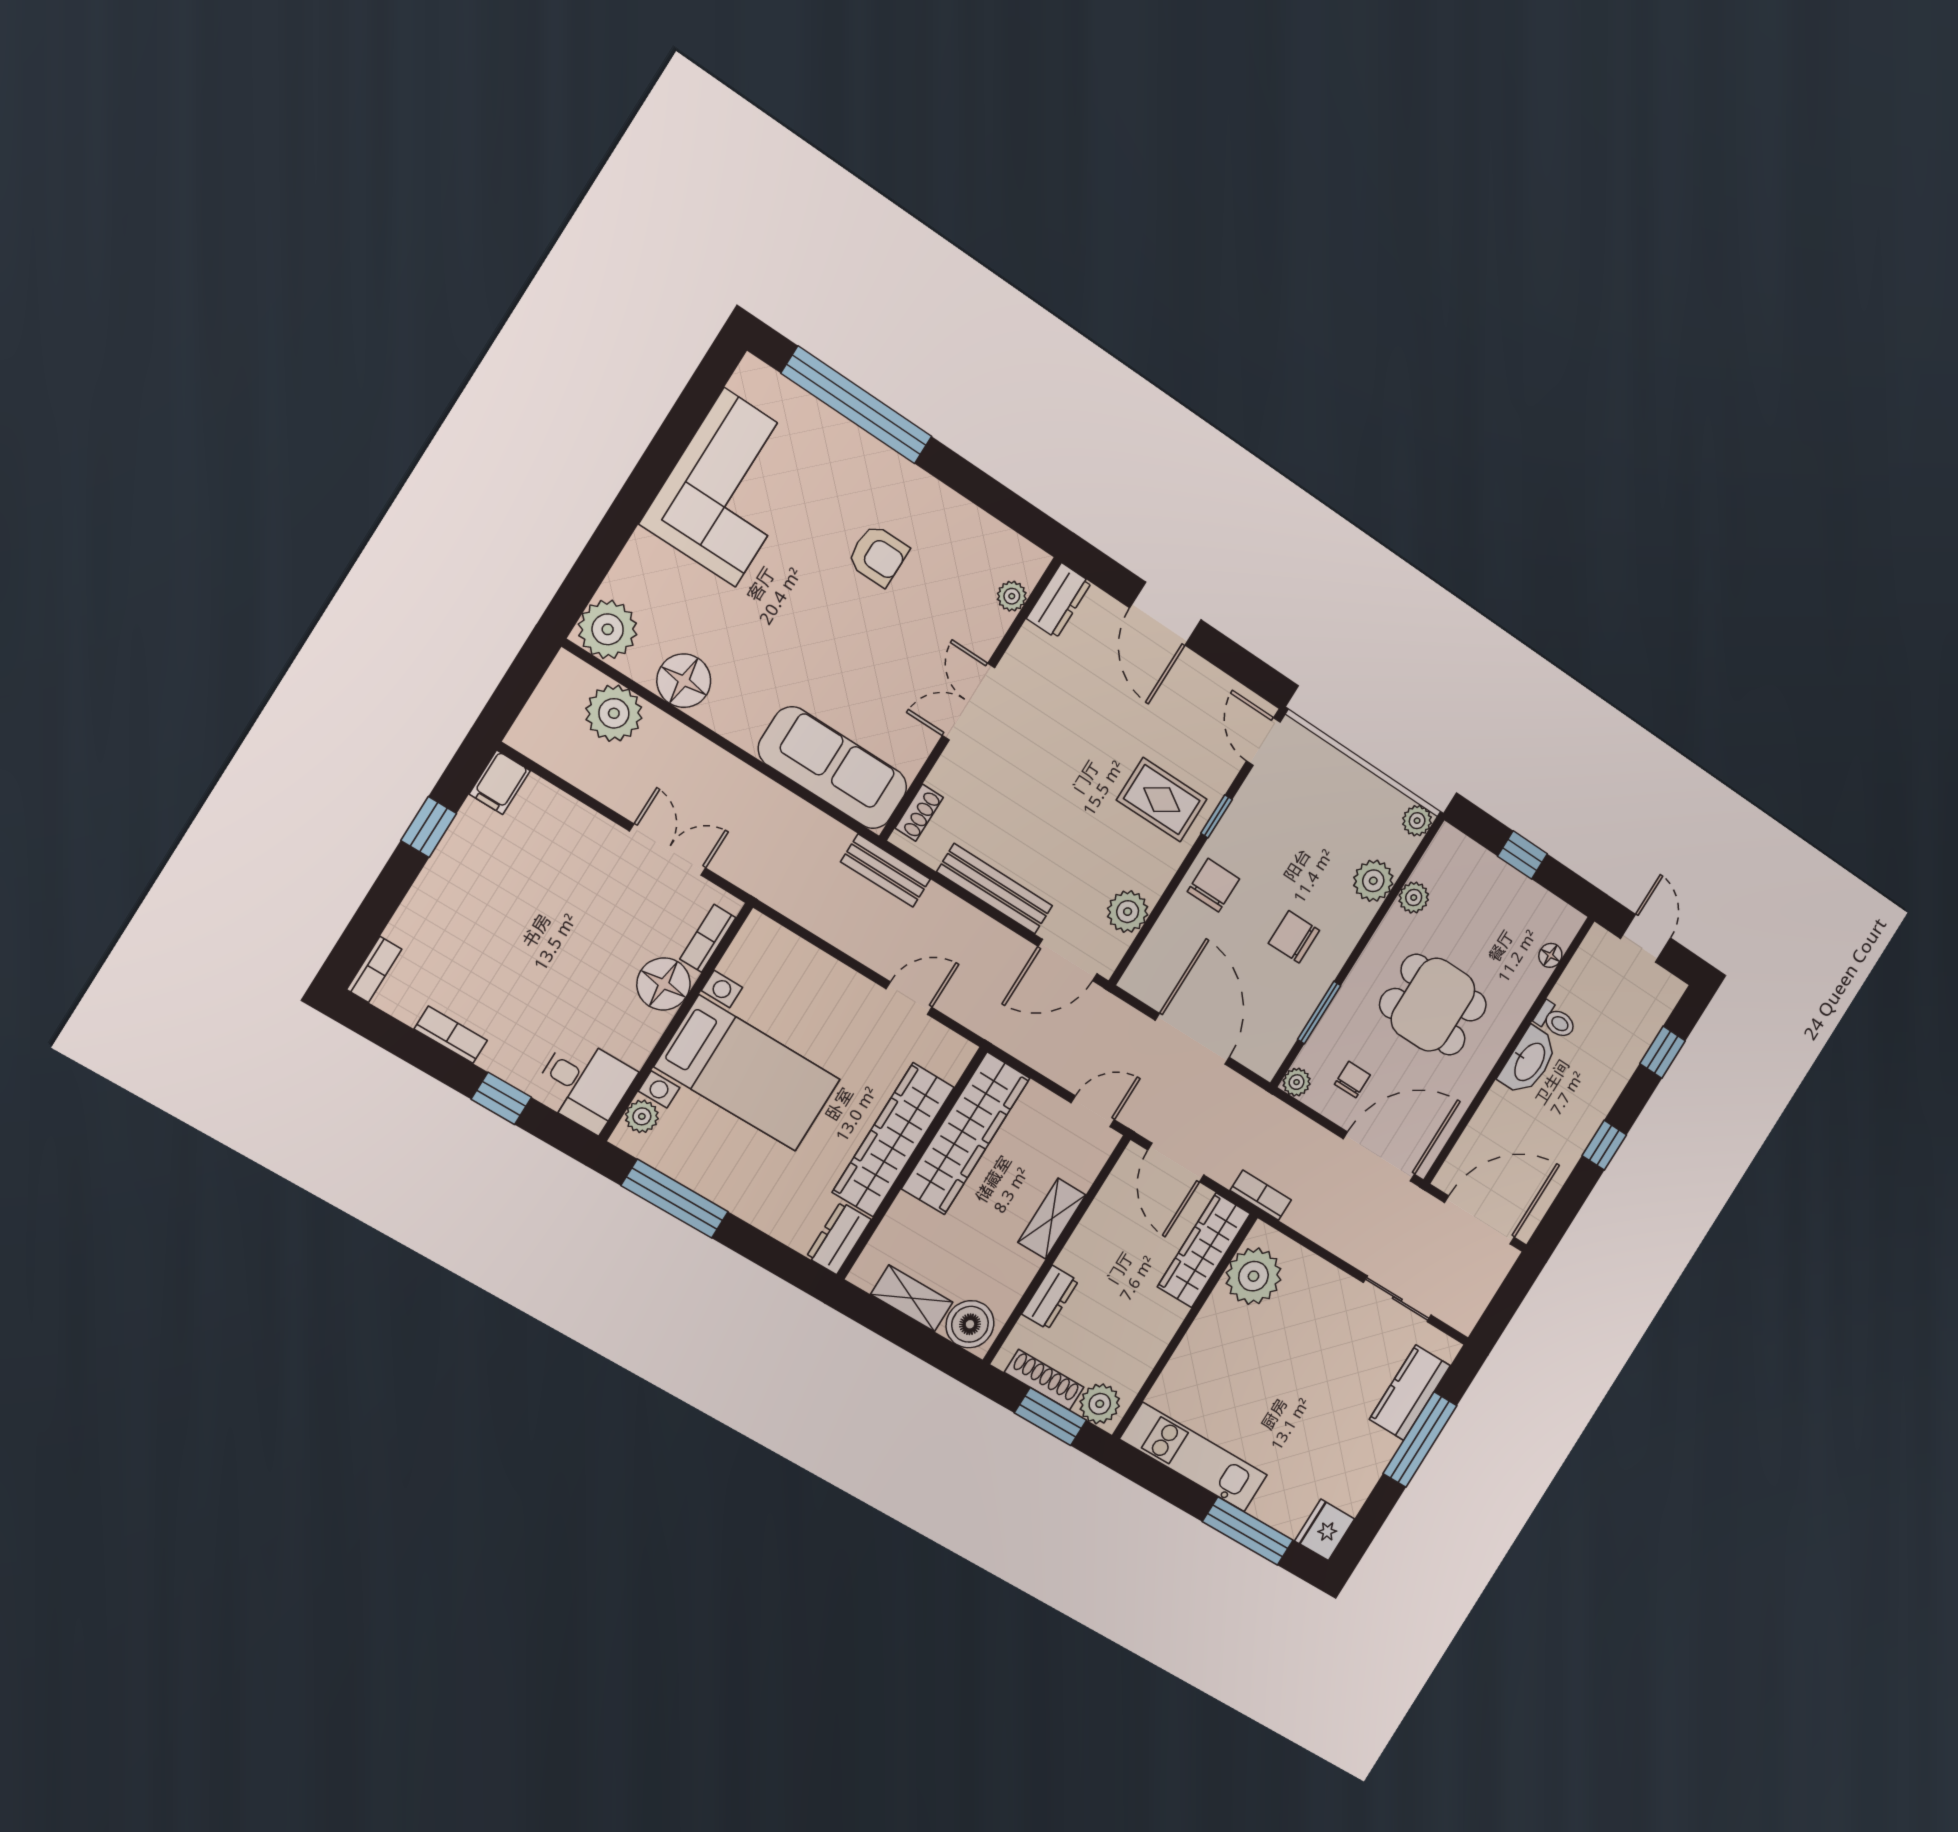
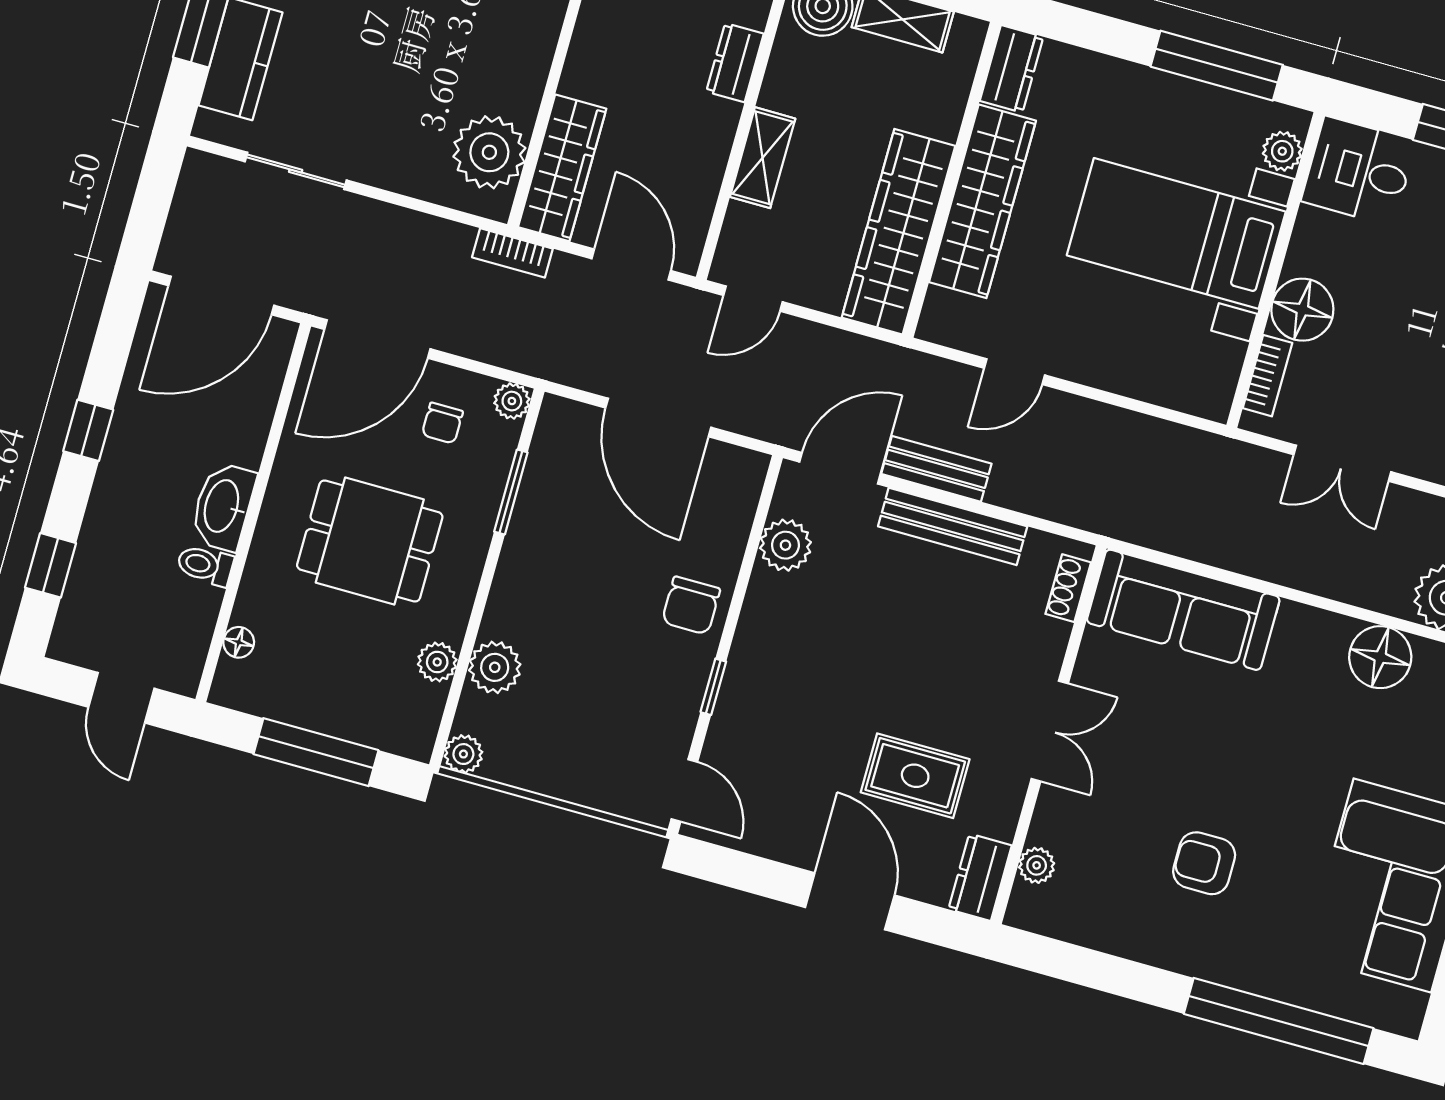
rug: (1162, 800) -> (915, 776), moved
window: (1522, 855) -> (316, 752), width x2.17
bench: (886, 871) -> (936, 469), moved
chair: (1294, 937) -> (572, 573), removed

